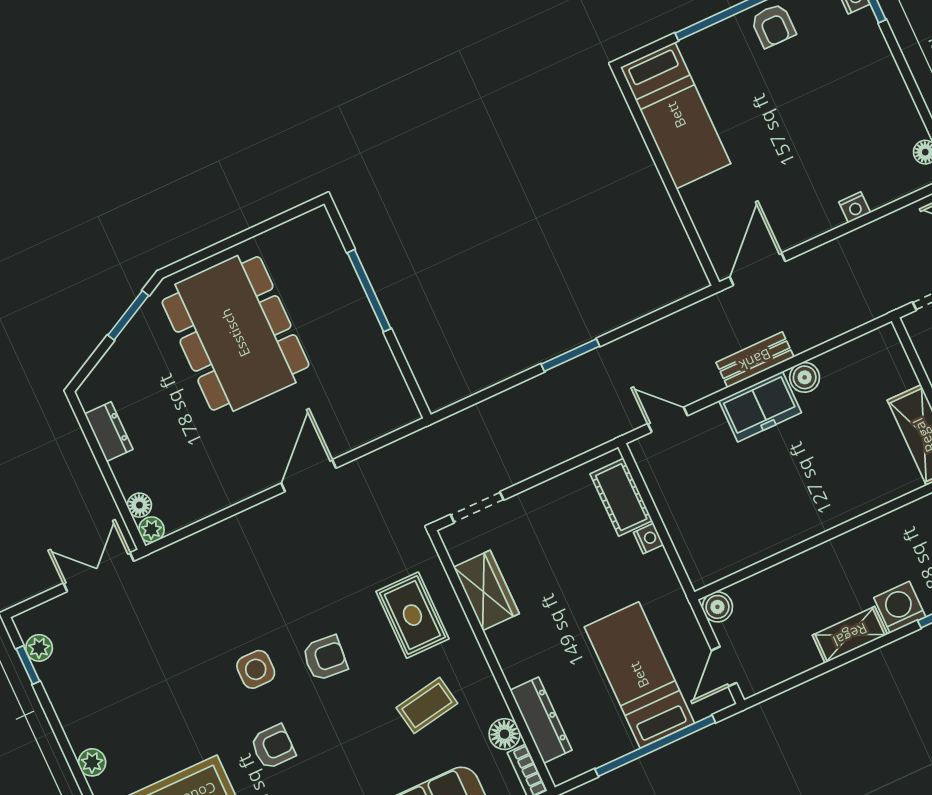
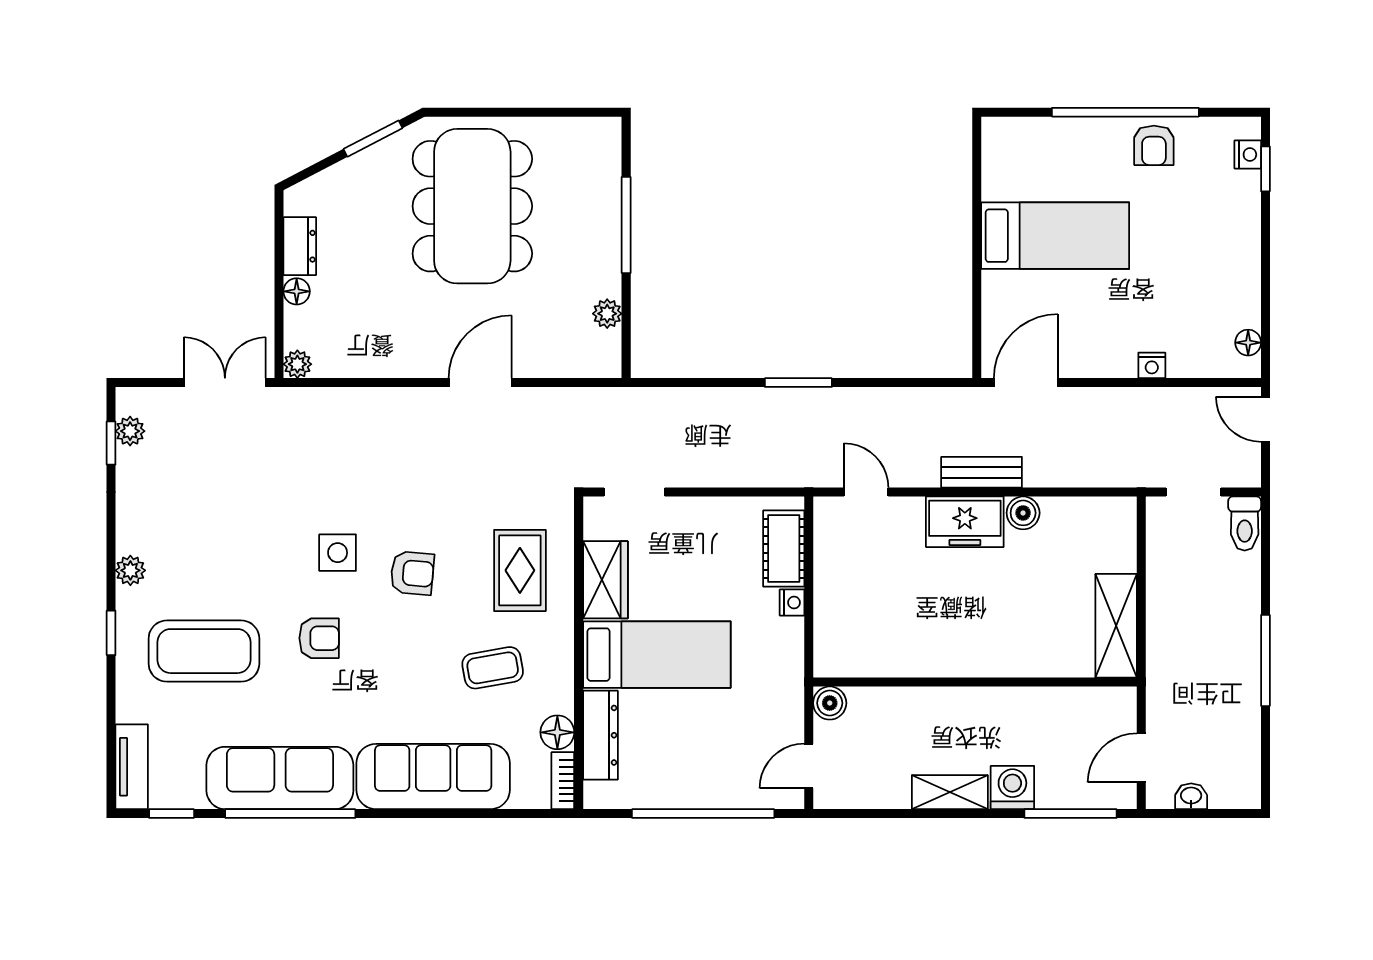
bed: (676, 115) -> (1055, 236), moved, turned -90
plant: (387, 371) -> (607, 314), added
floor lamp: (139, 505) -> (297, 291), moved
bed: (639, 675) -> (657, 655), moved, turned 90

